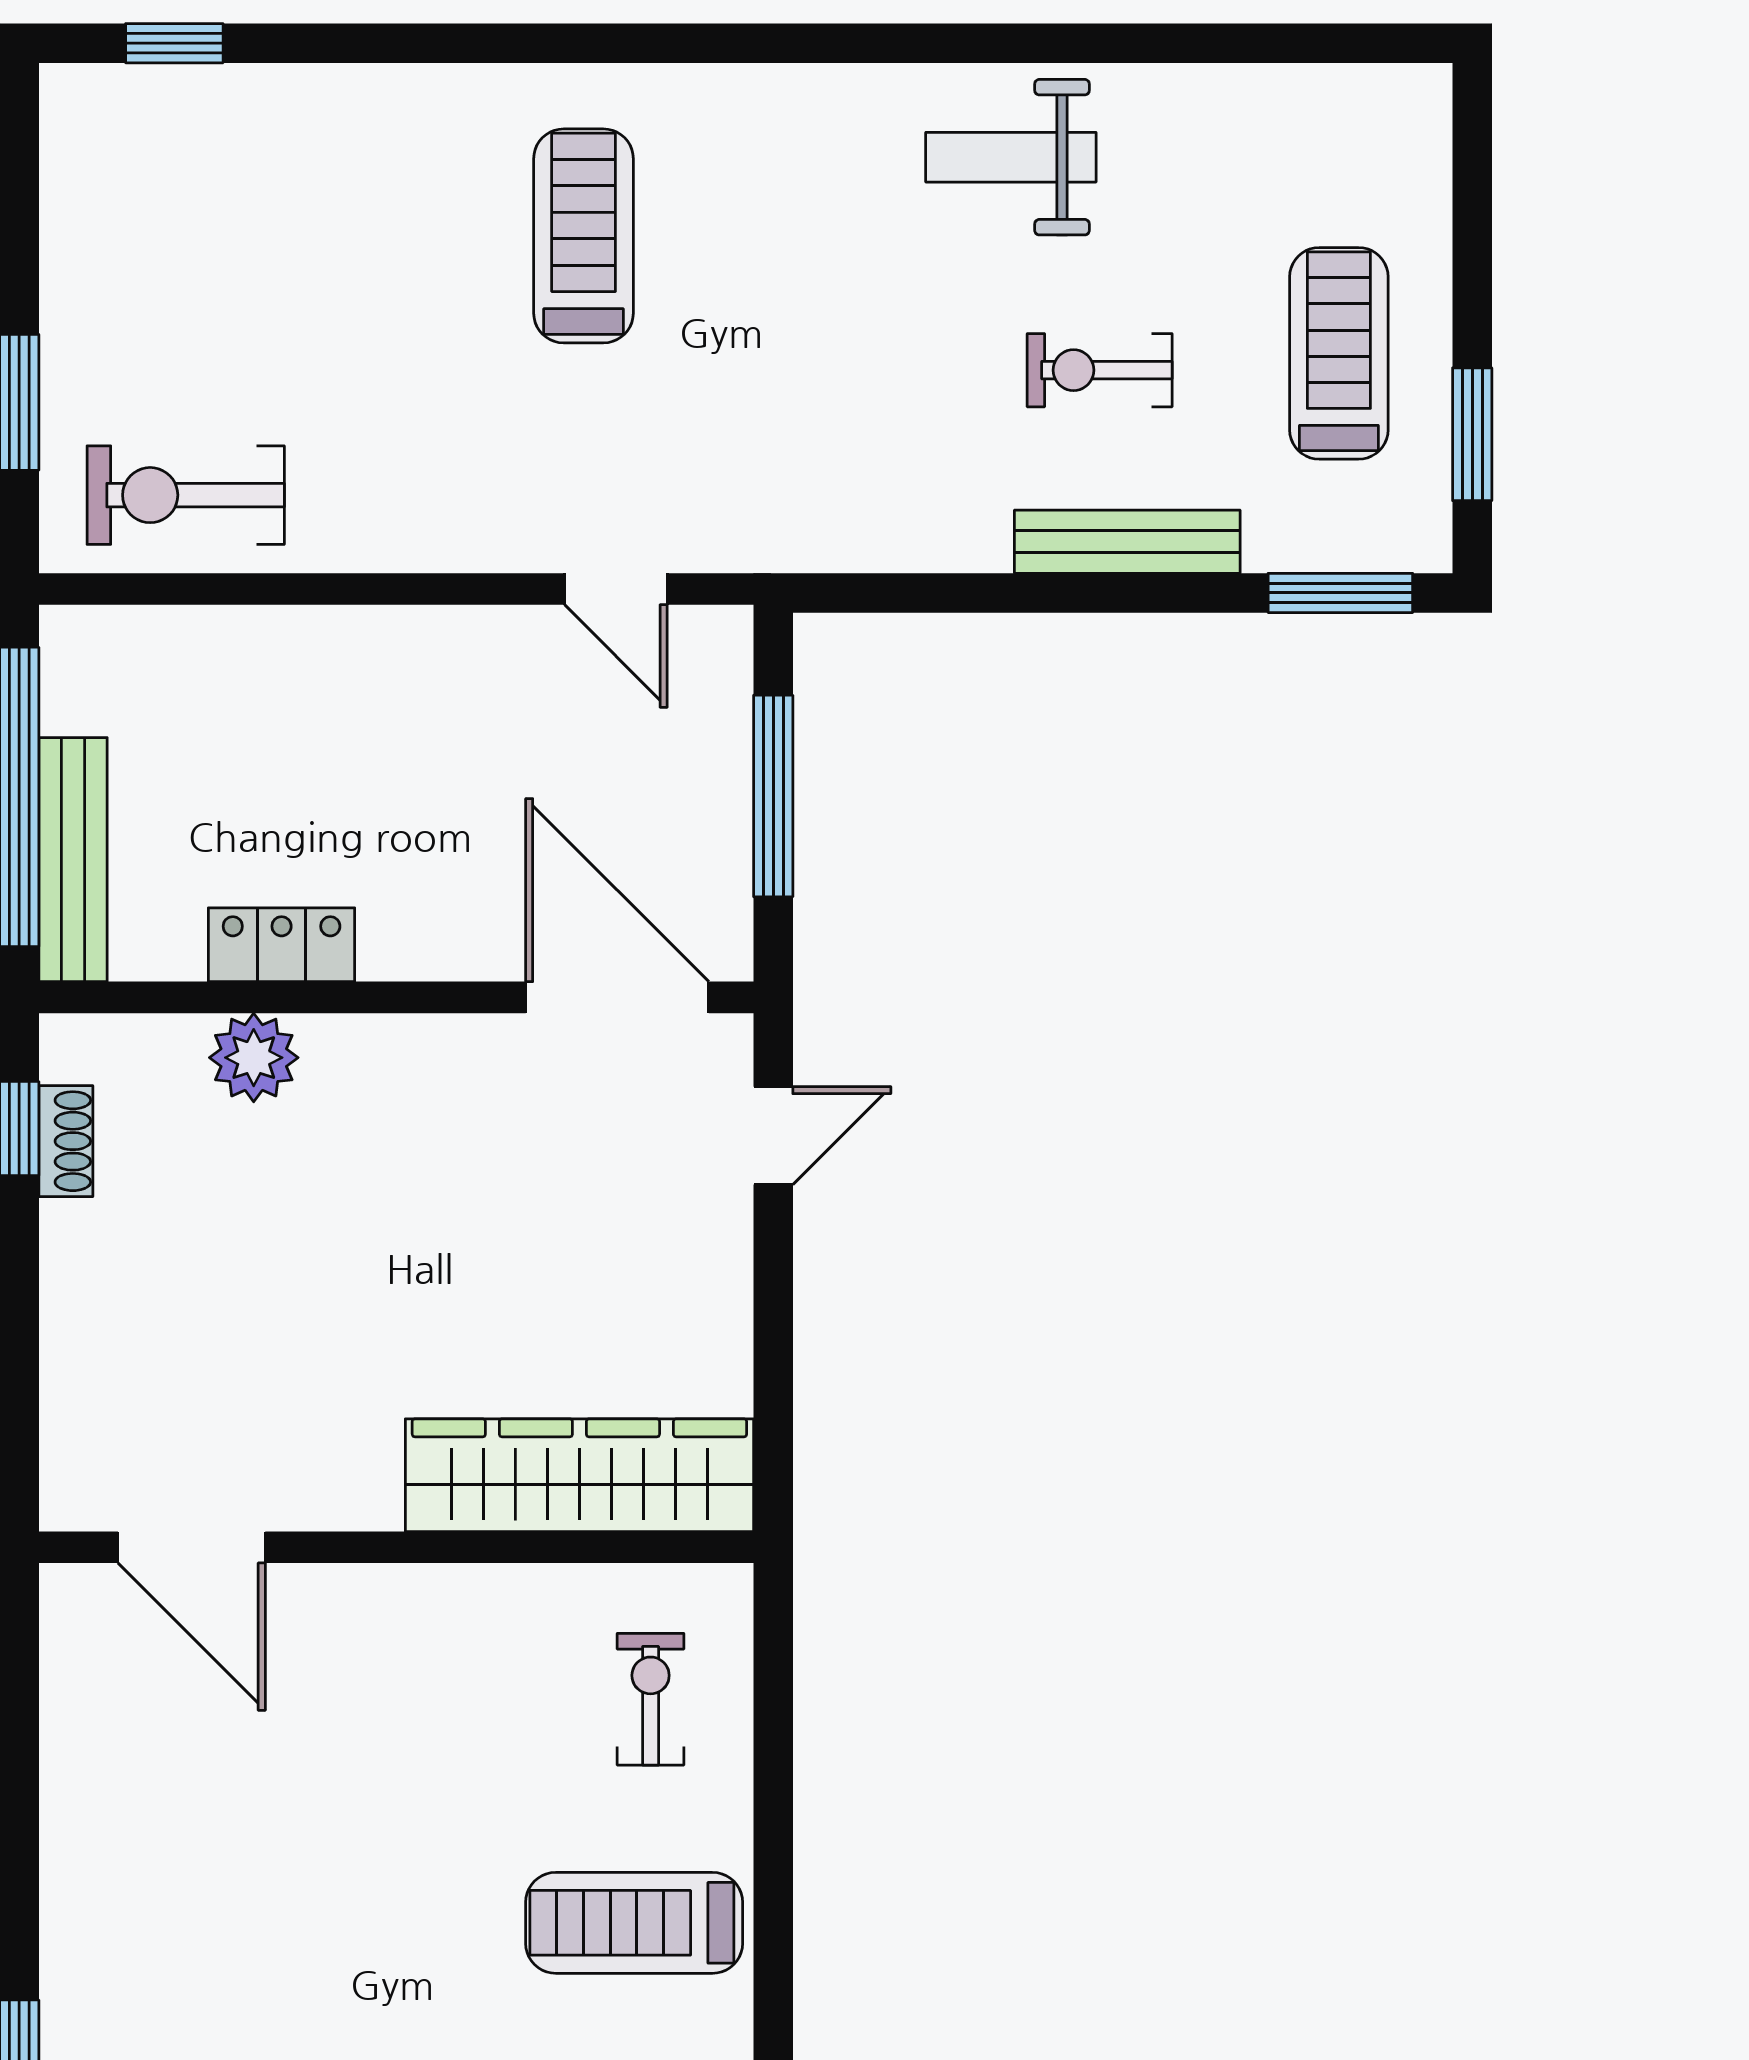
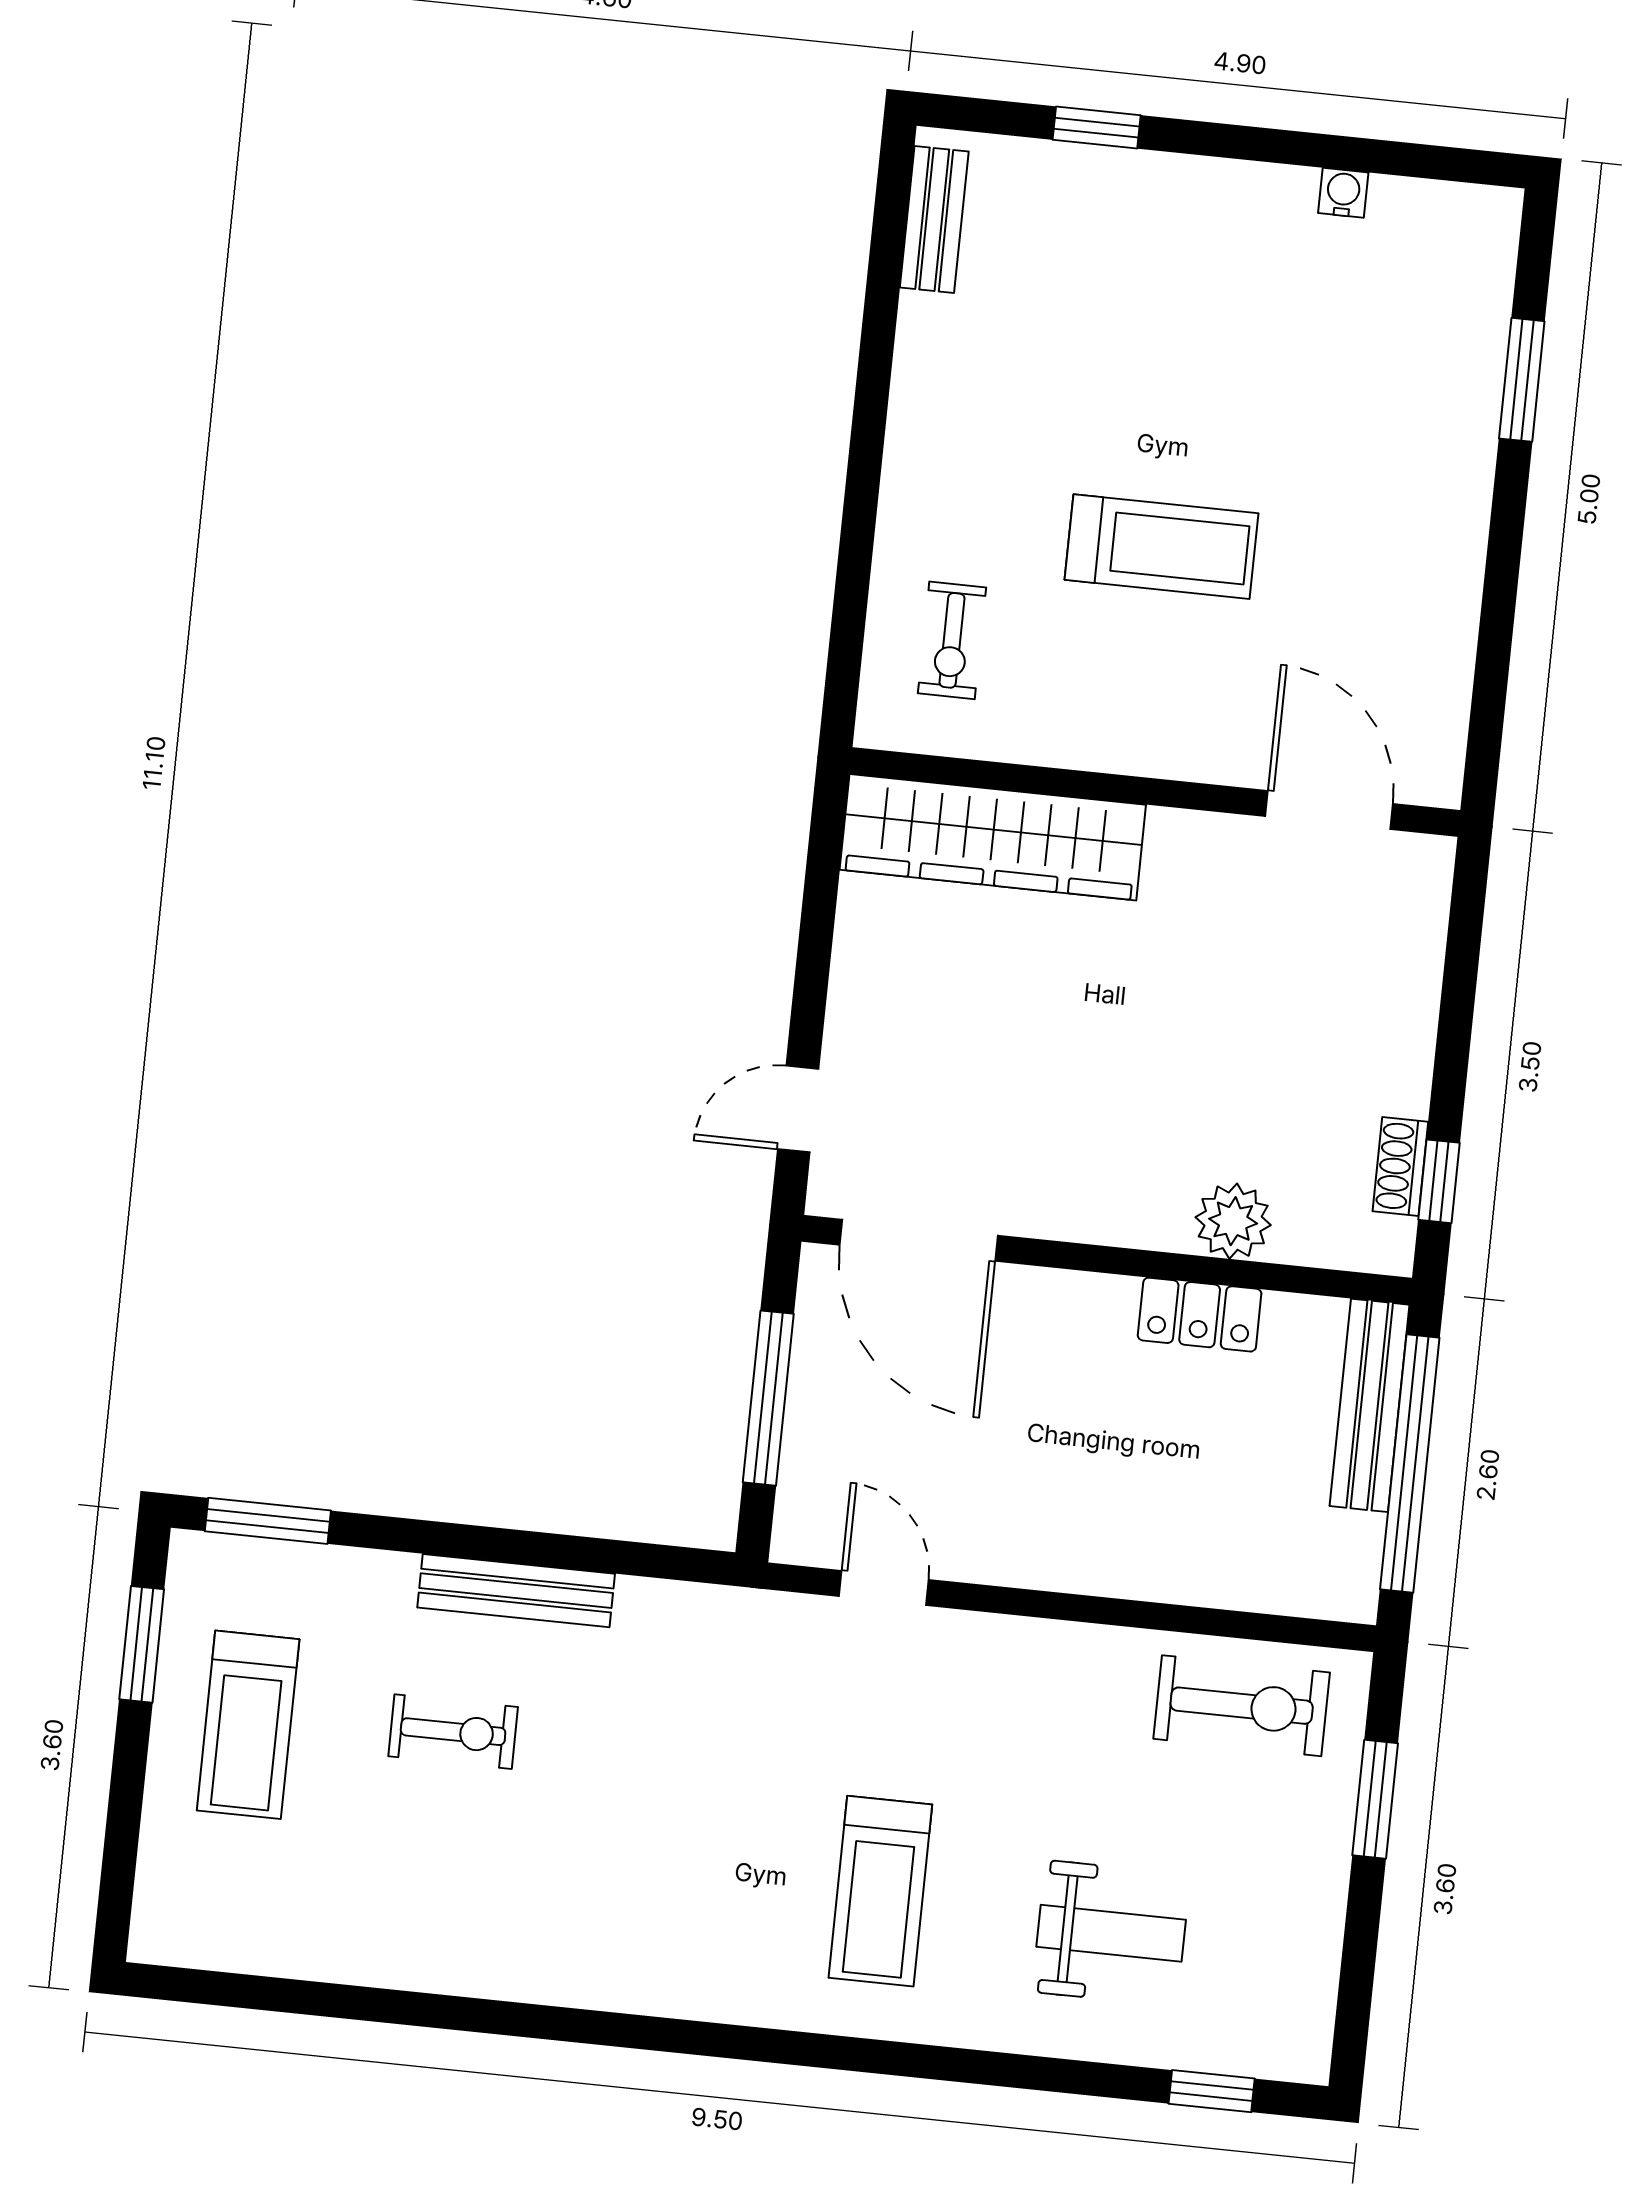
weight bench: (1011, 157) -> (1111, 1933), moved
bench: (1127, 542) -> (516, 1591), moved
treadmill: (634, 1923) -> (1161, 547), moved

